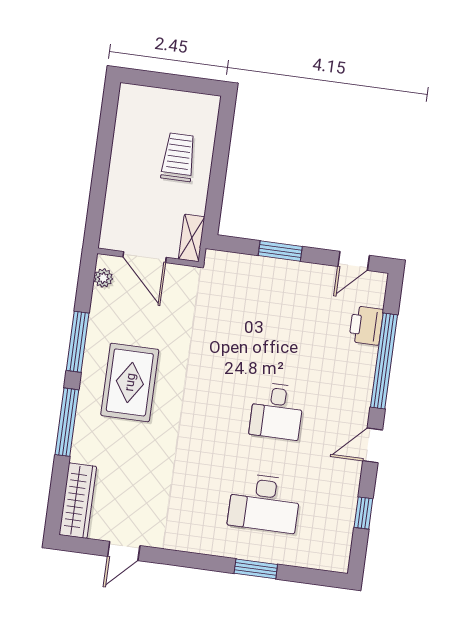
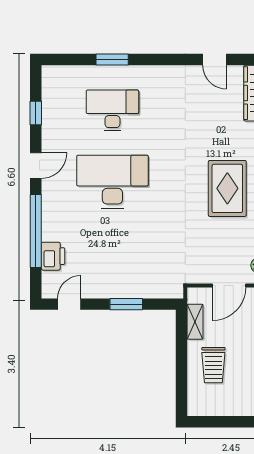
shelving: (192, 238) -> (195, 322), moved
door: (145, 257) -> (229, 285), swing flipped
desk: (277, 411) -> (112, 182), width x1.87, depth x1.30
door: (124, 551) -> (215, 59), swing flipped

